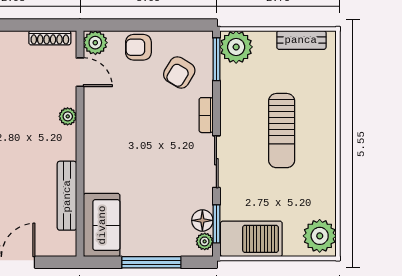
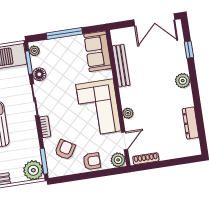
door: (80, 72) -> (125, 141), swing flipped
corner sofa: (114, 133) -> (98, 108), added
floor lamp: (202, 220) -> (39, 74), moved

